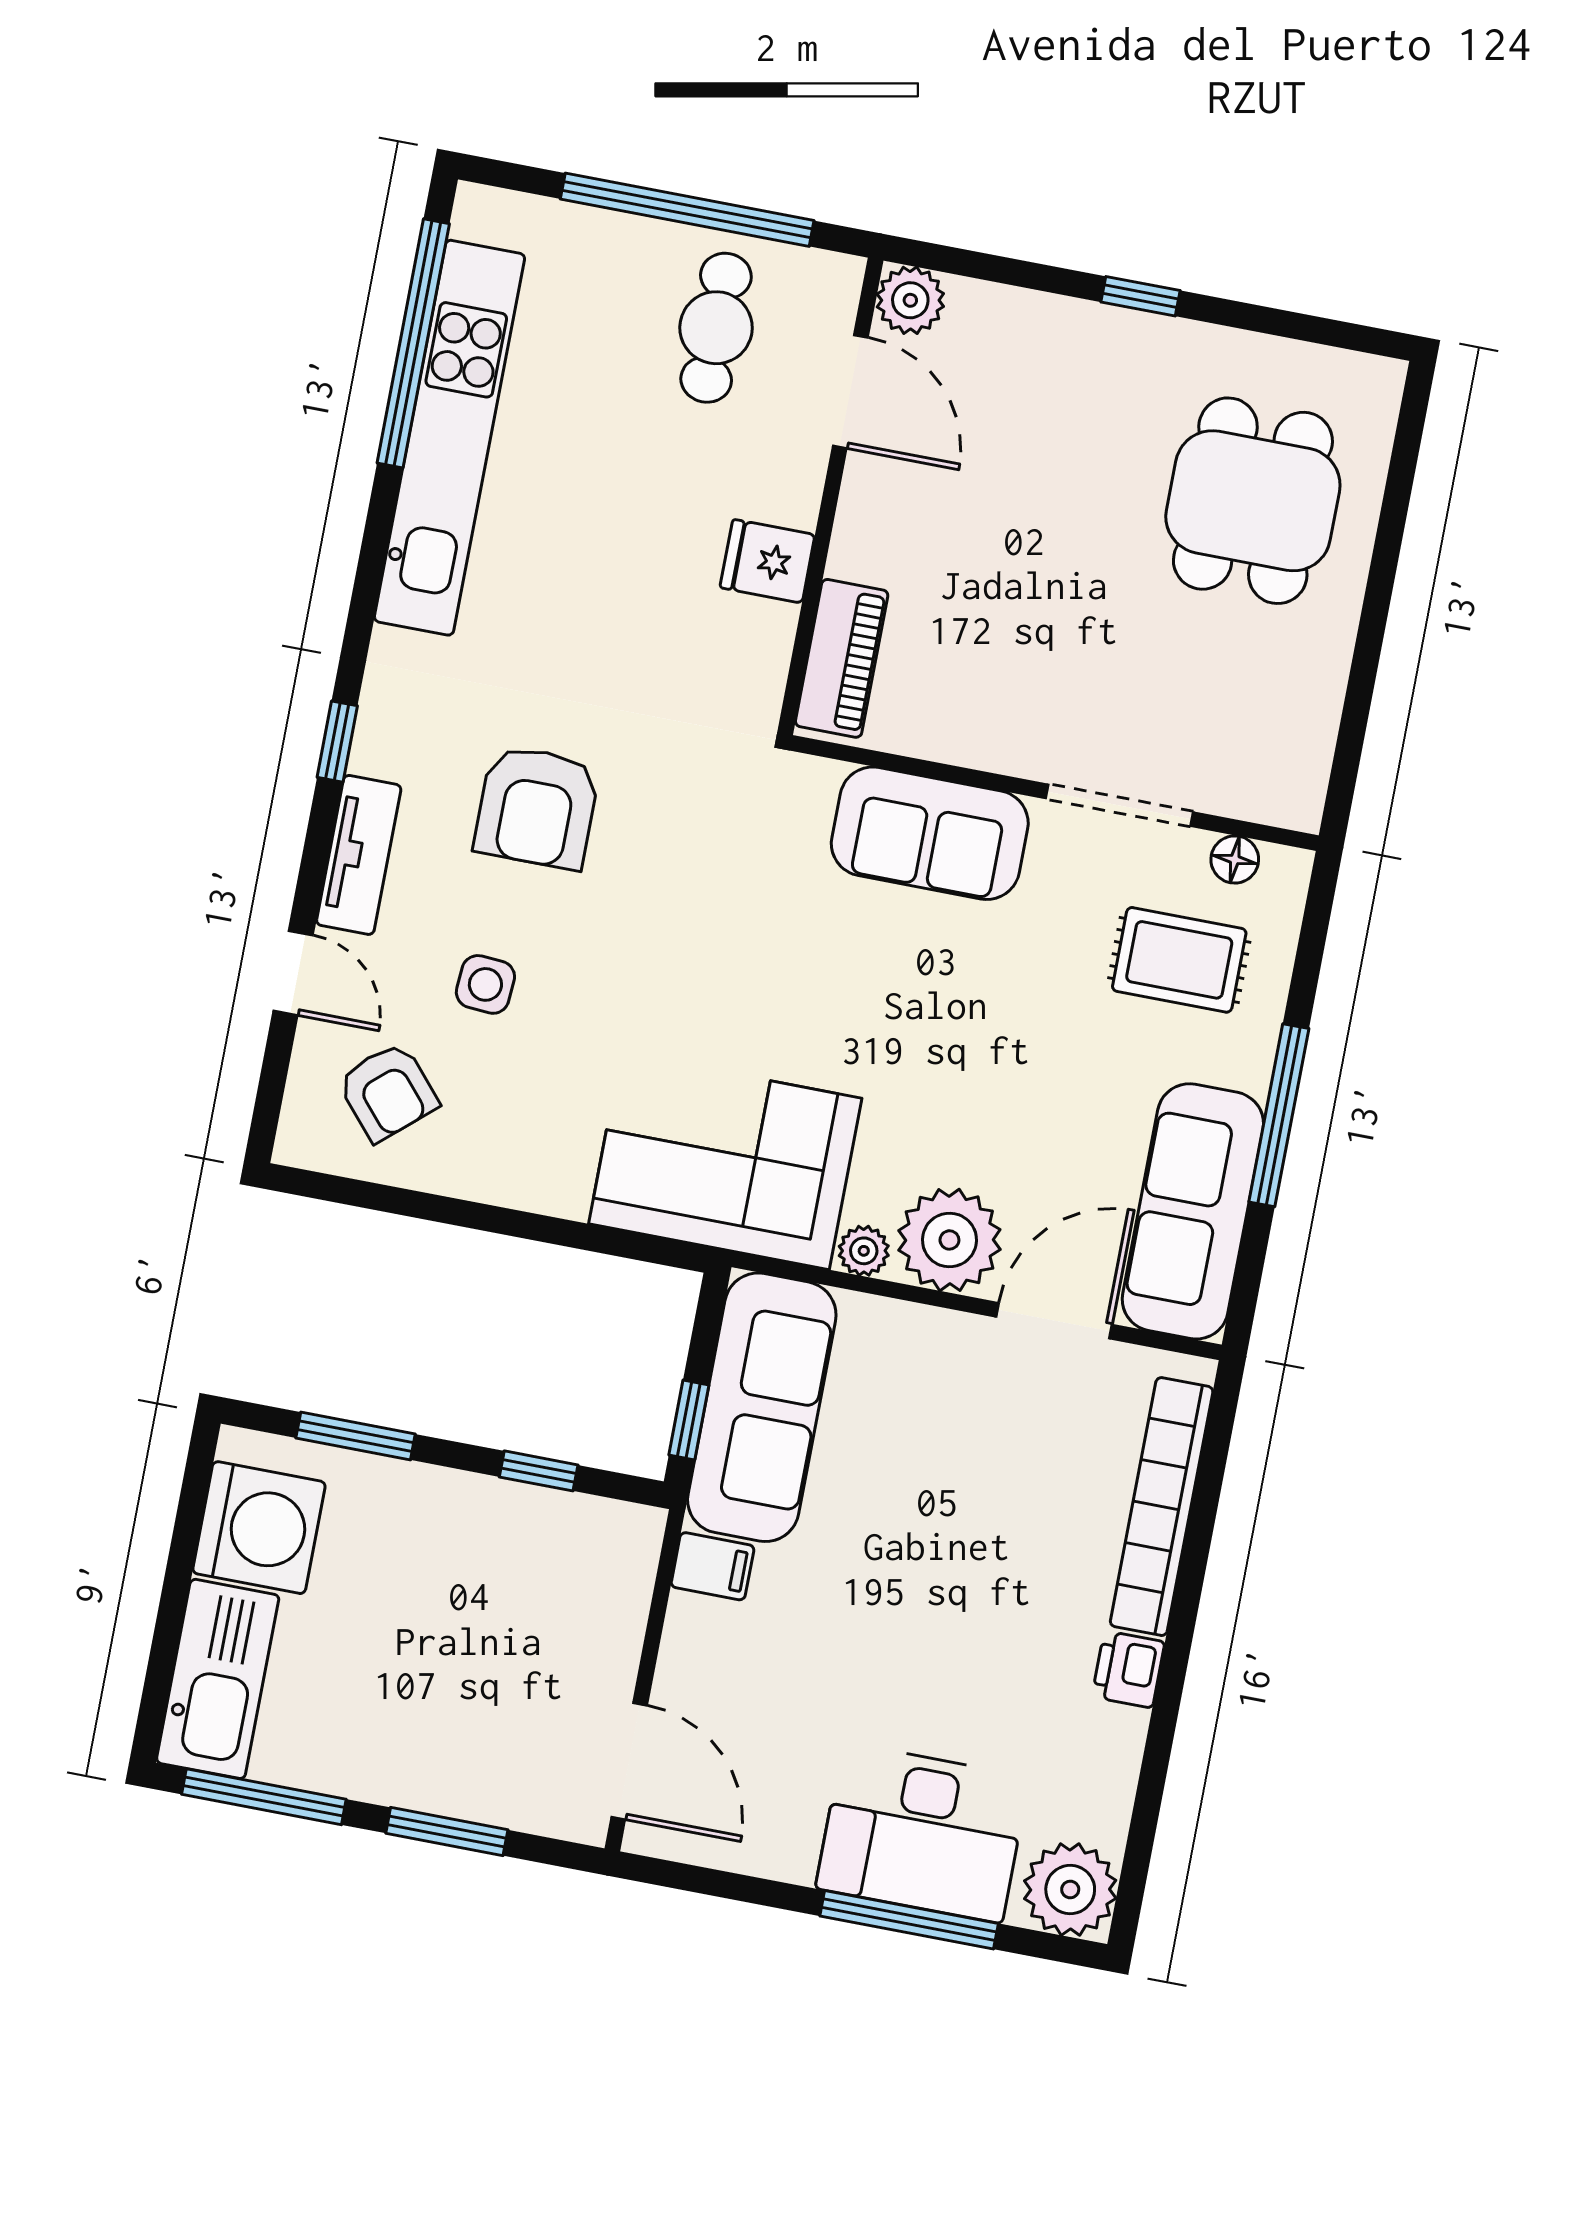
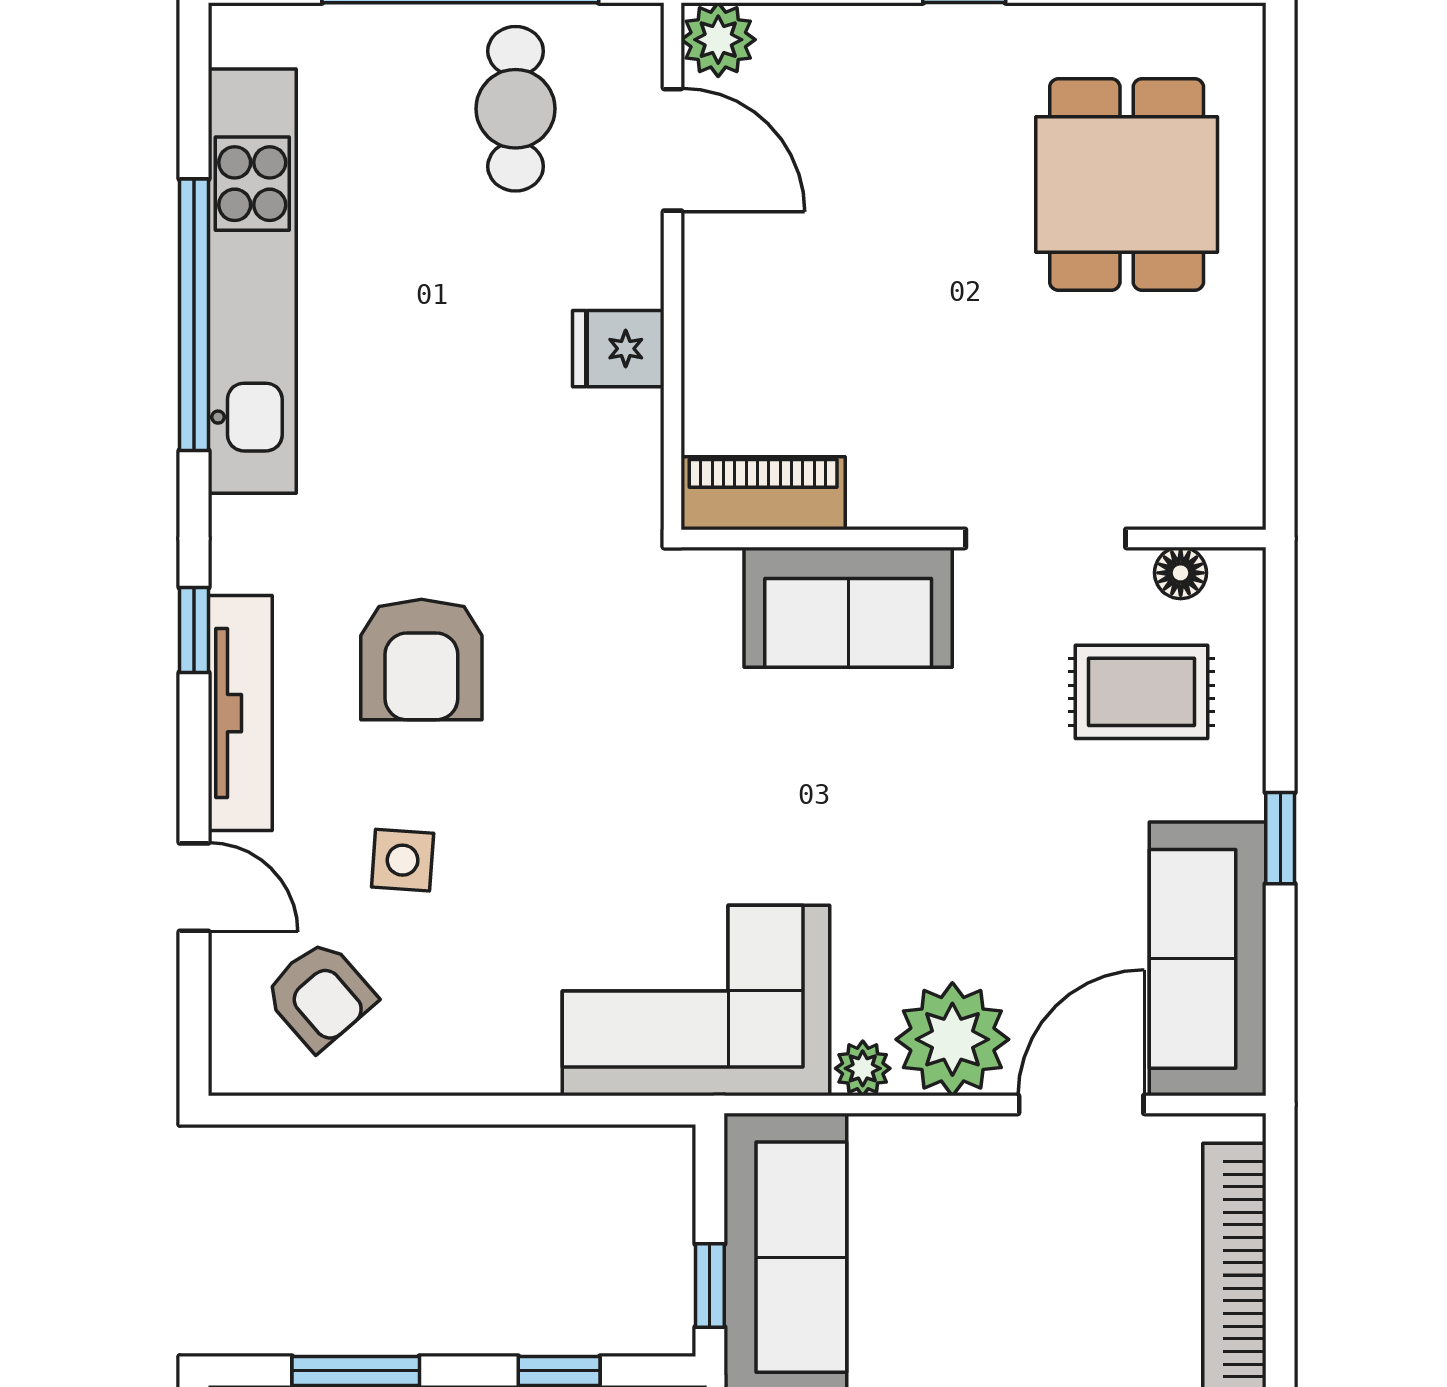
window: (413, 343) -> (194, 315), moved
piano: (842, 658) -> (763, 493), moved, turned -90
tv unit: (359, 855) -> (240, 713), width x1.41
window: (1279, 1115) -> (1280, 838), width x0.46

